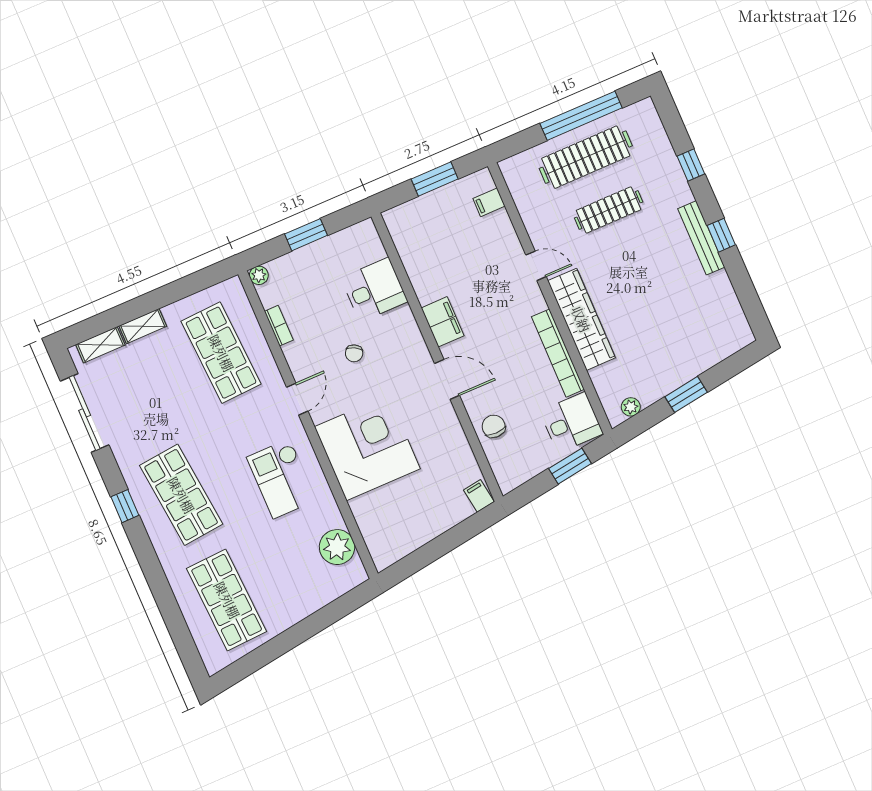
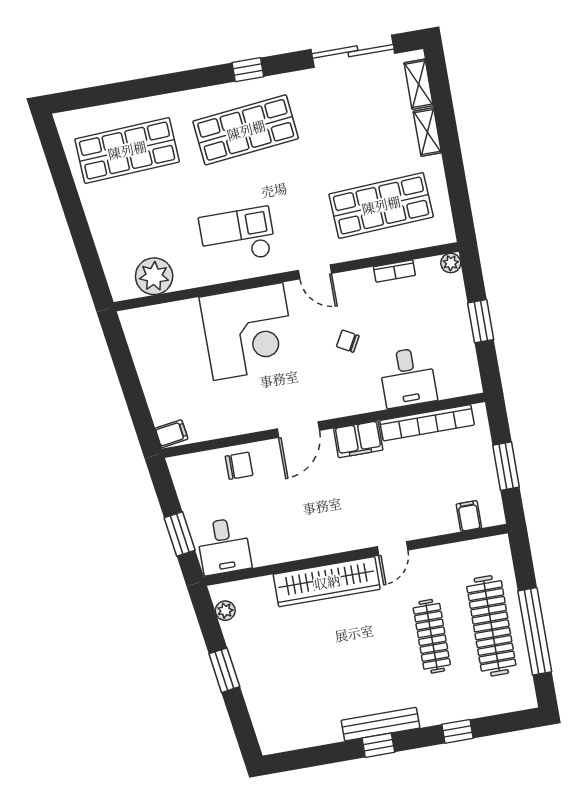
bookcase: (558, 353) -> (427, 423), moved, turned 180

